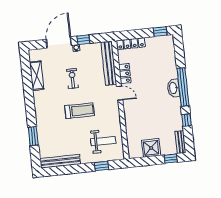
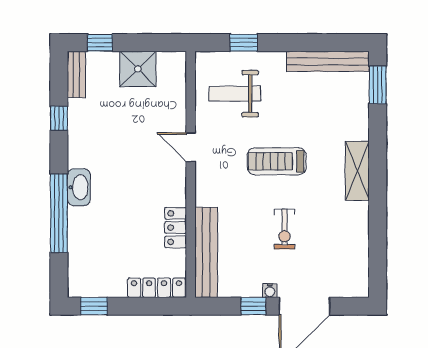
shelving: (37, 76) -> (357, 171), moved
window: (183, 87) -> (59, 213), moved
door: (120, 93) -> (191, 147), moved
window: (33, 136) -> (378, 85), moved

